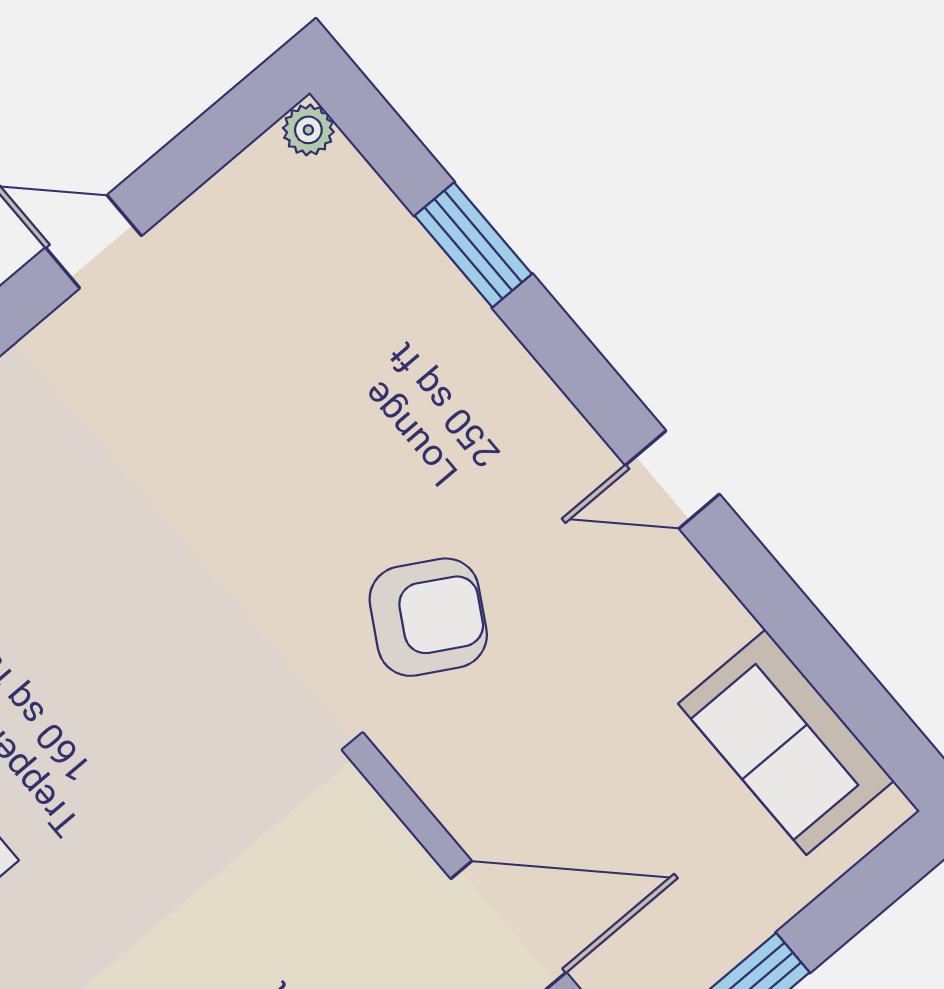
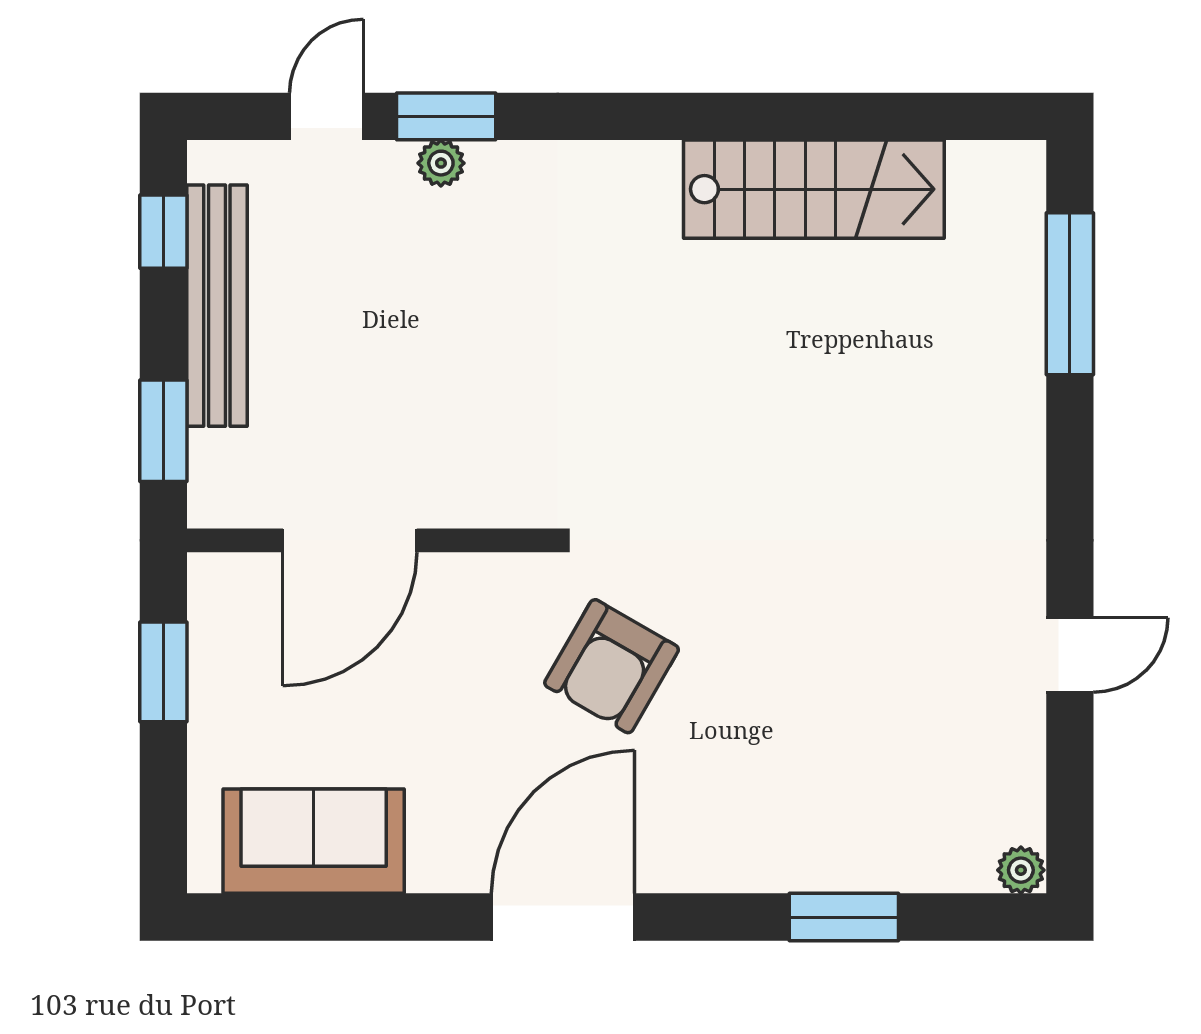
door: (672, 480) -> (563, 917), width x1.88

